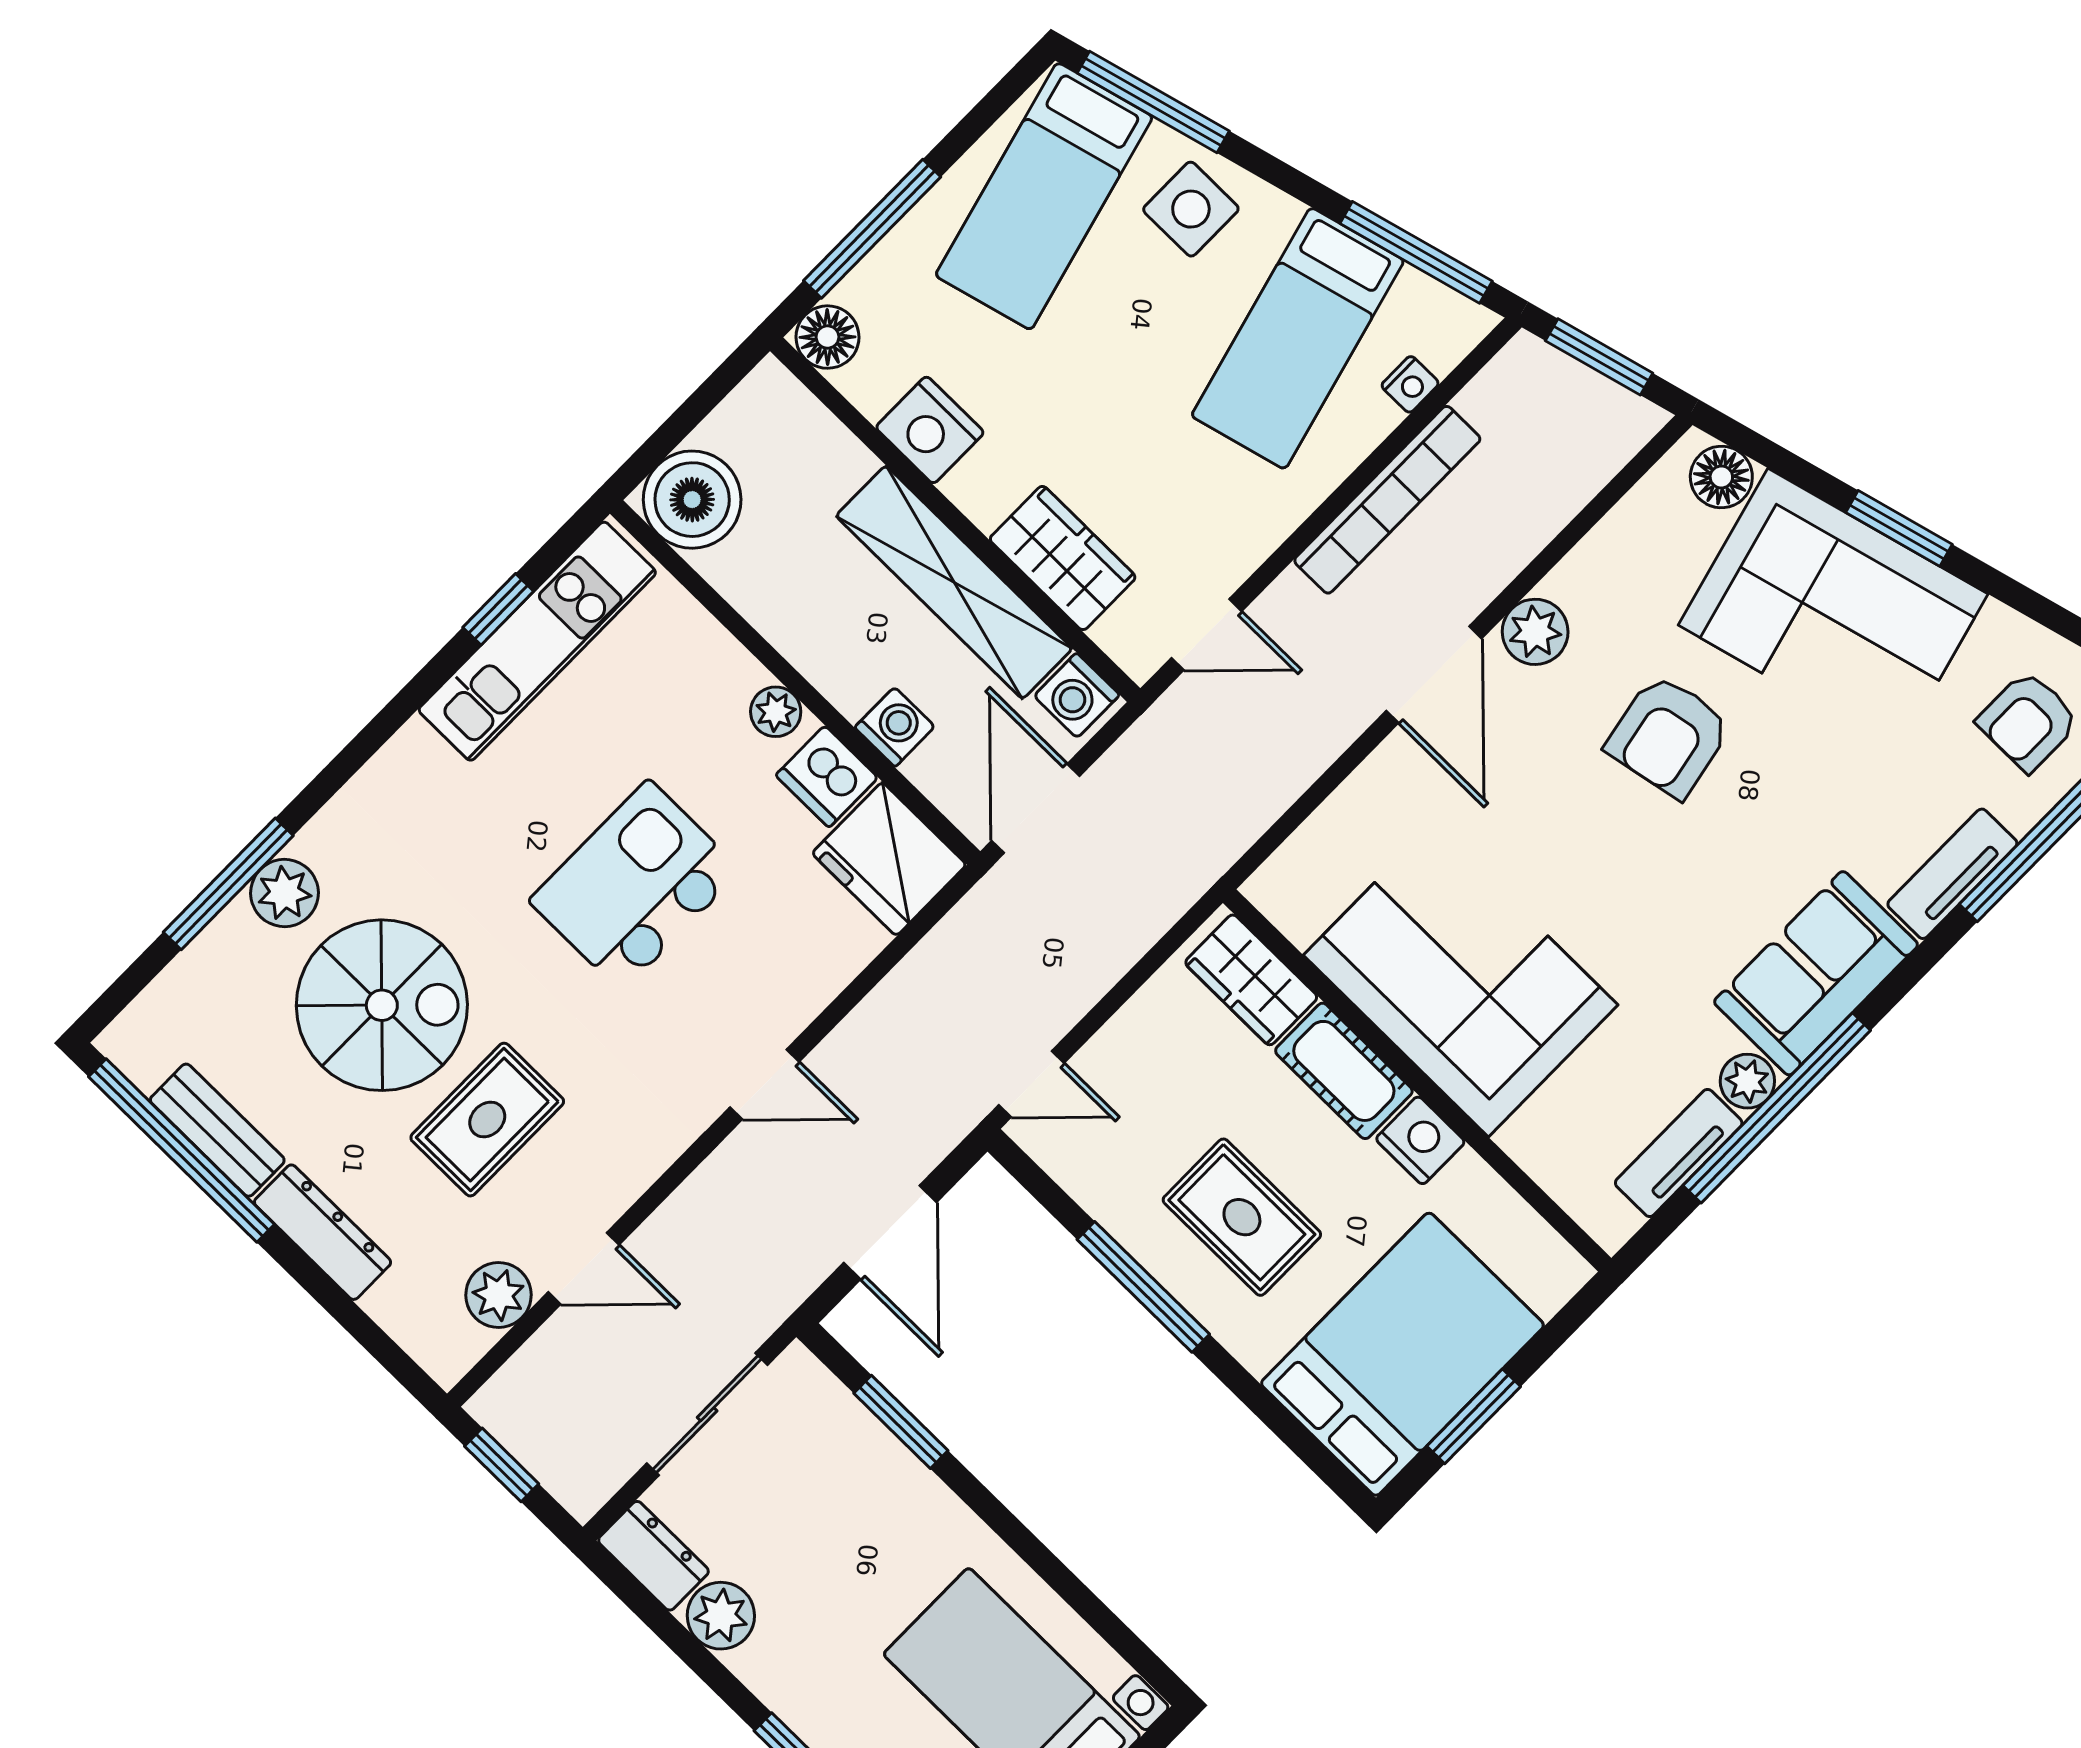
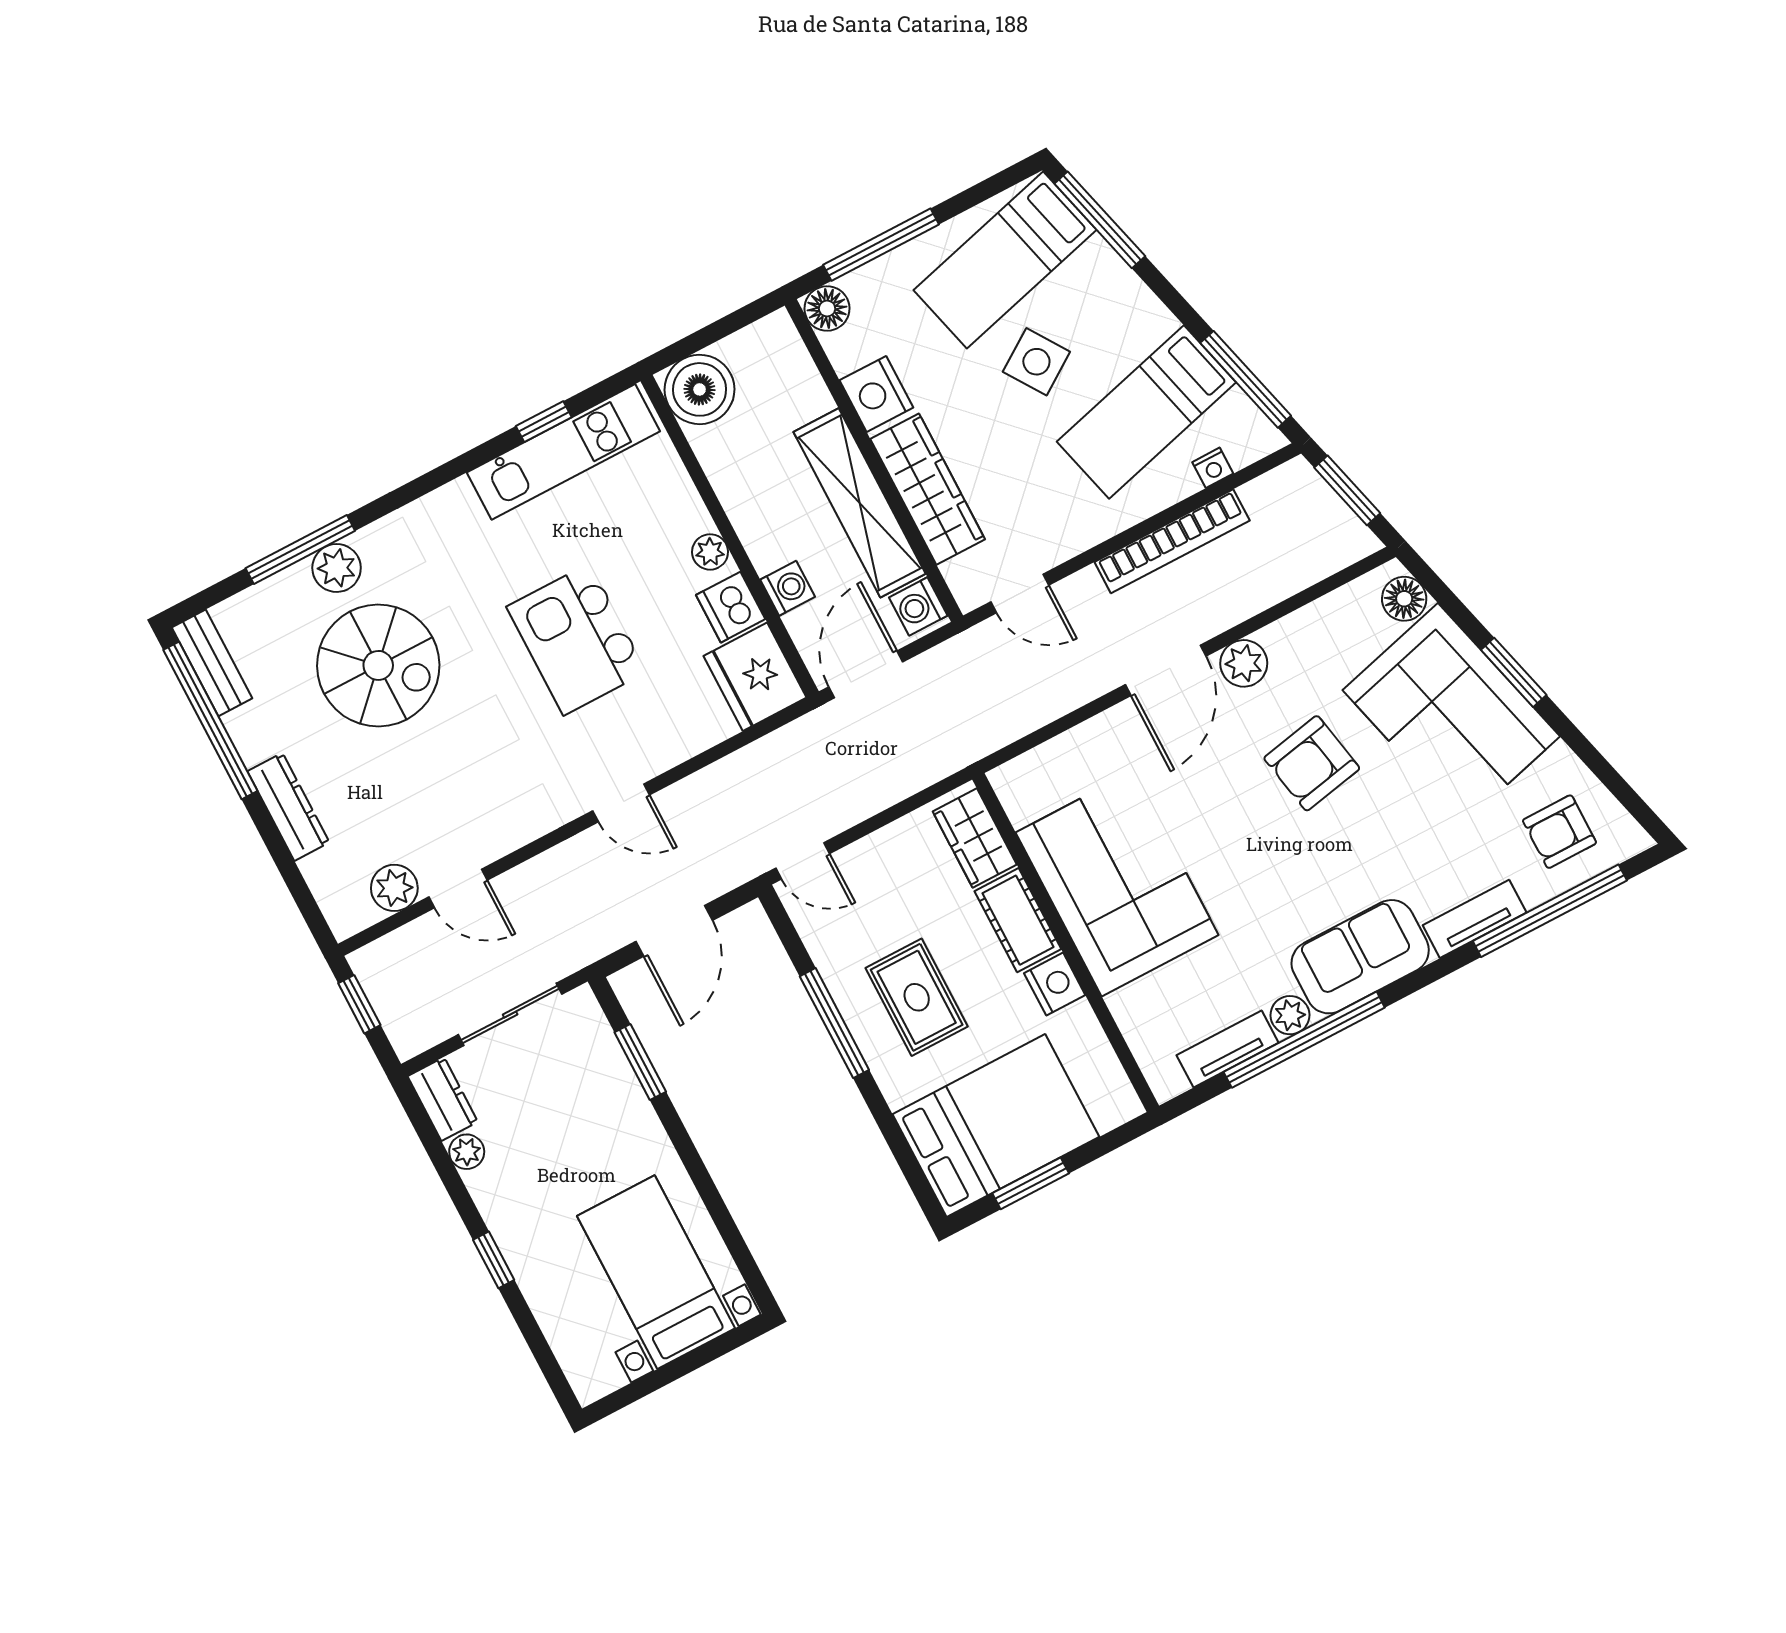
side table: (1191, 209) -> (1036, 362), moved, turned -34
wardrobe: (1063, 558) -> (928, 489), width x1.50
kitchen island: (635, 886) -> (577, 639), turned -90
rug: (487, 1120) -> (425, 766), removed
bench: (217, 1130) -> (212, 663), moved
plant: (721, 1616) -> (467, 1152), width x0.73, depth x0.73

